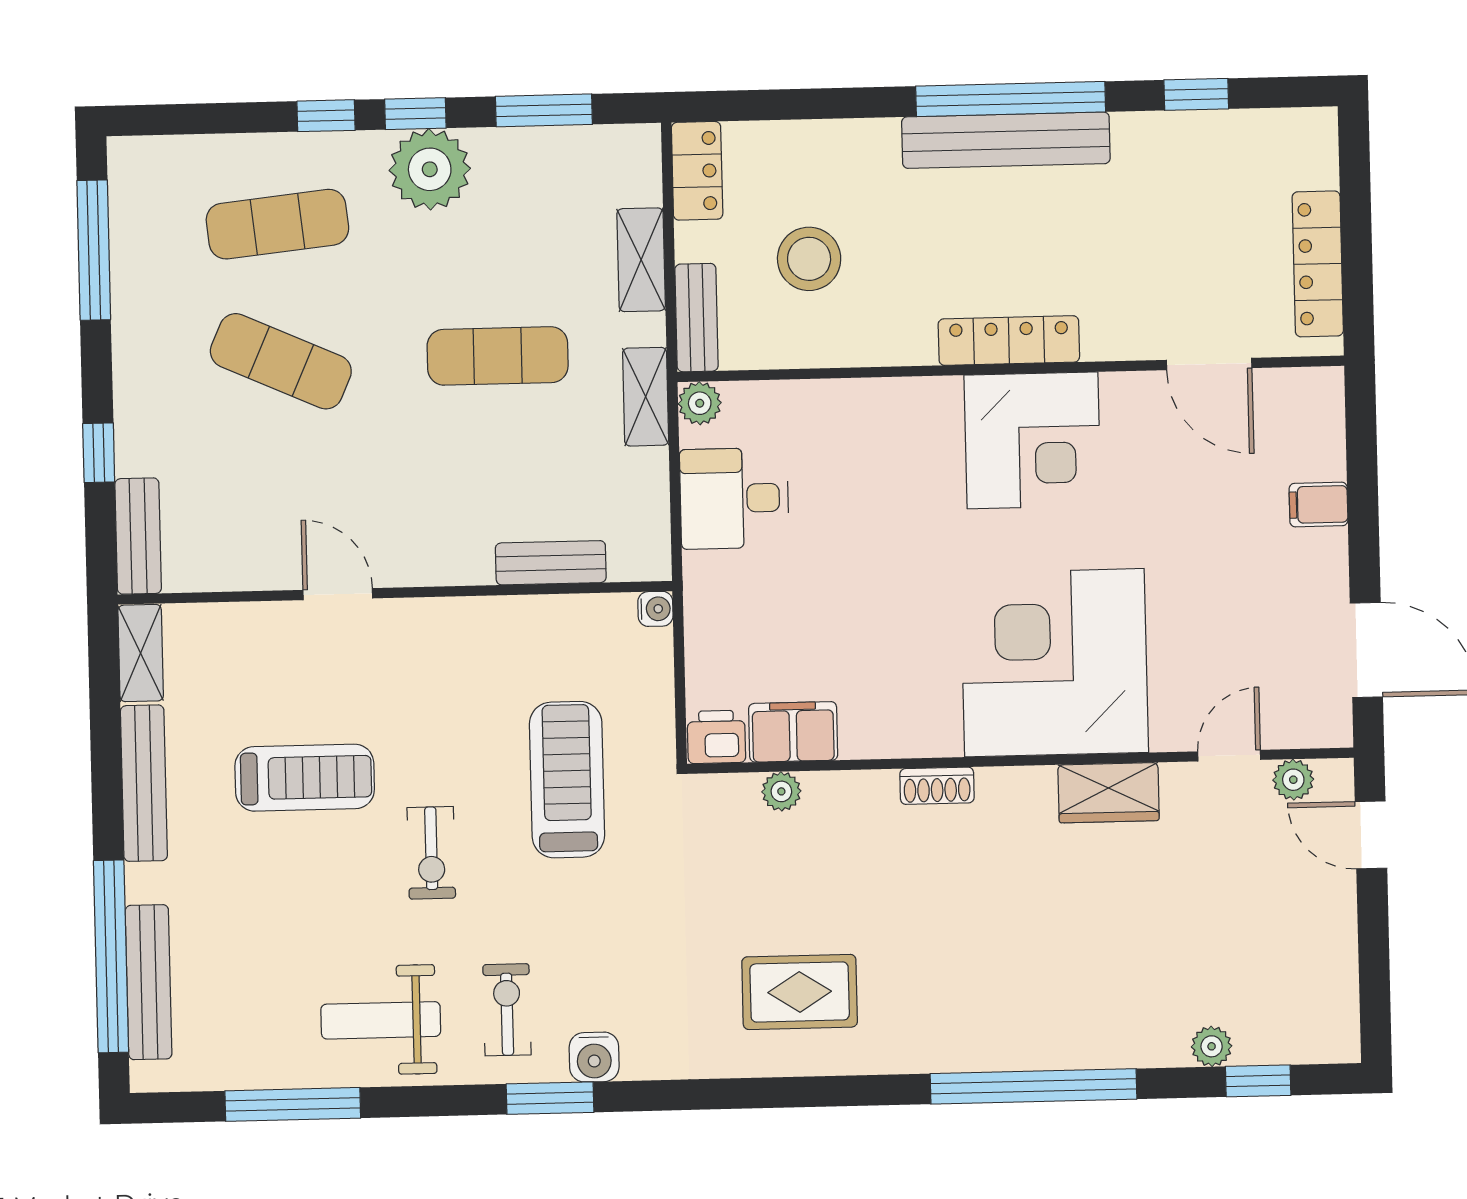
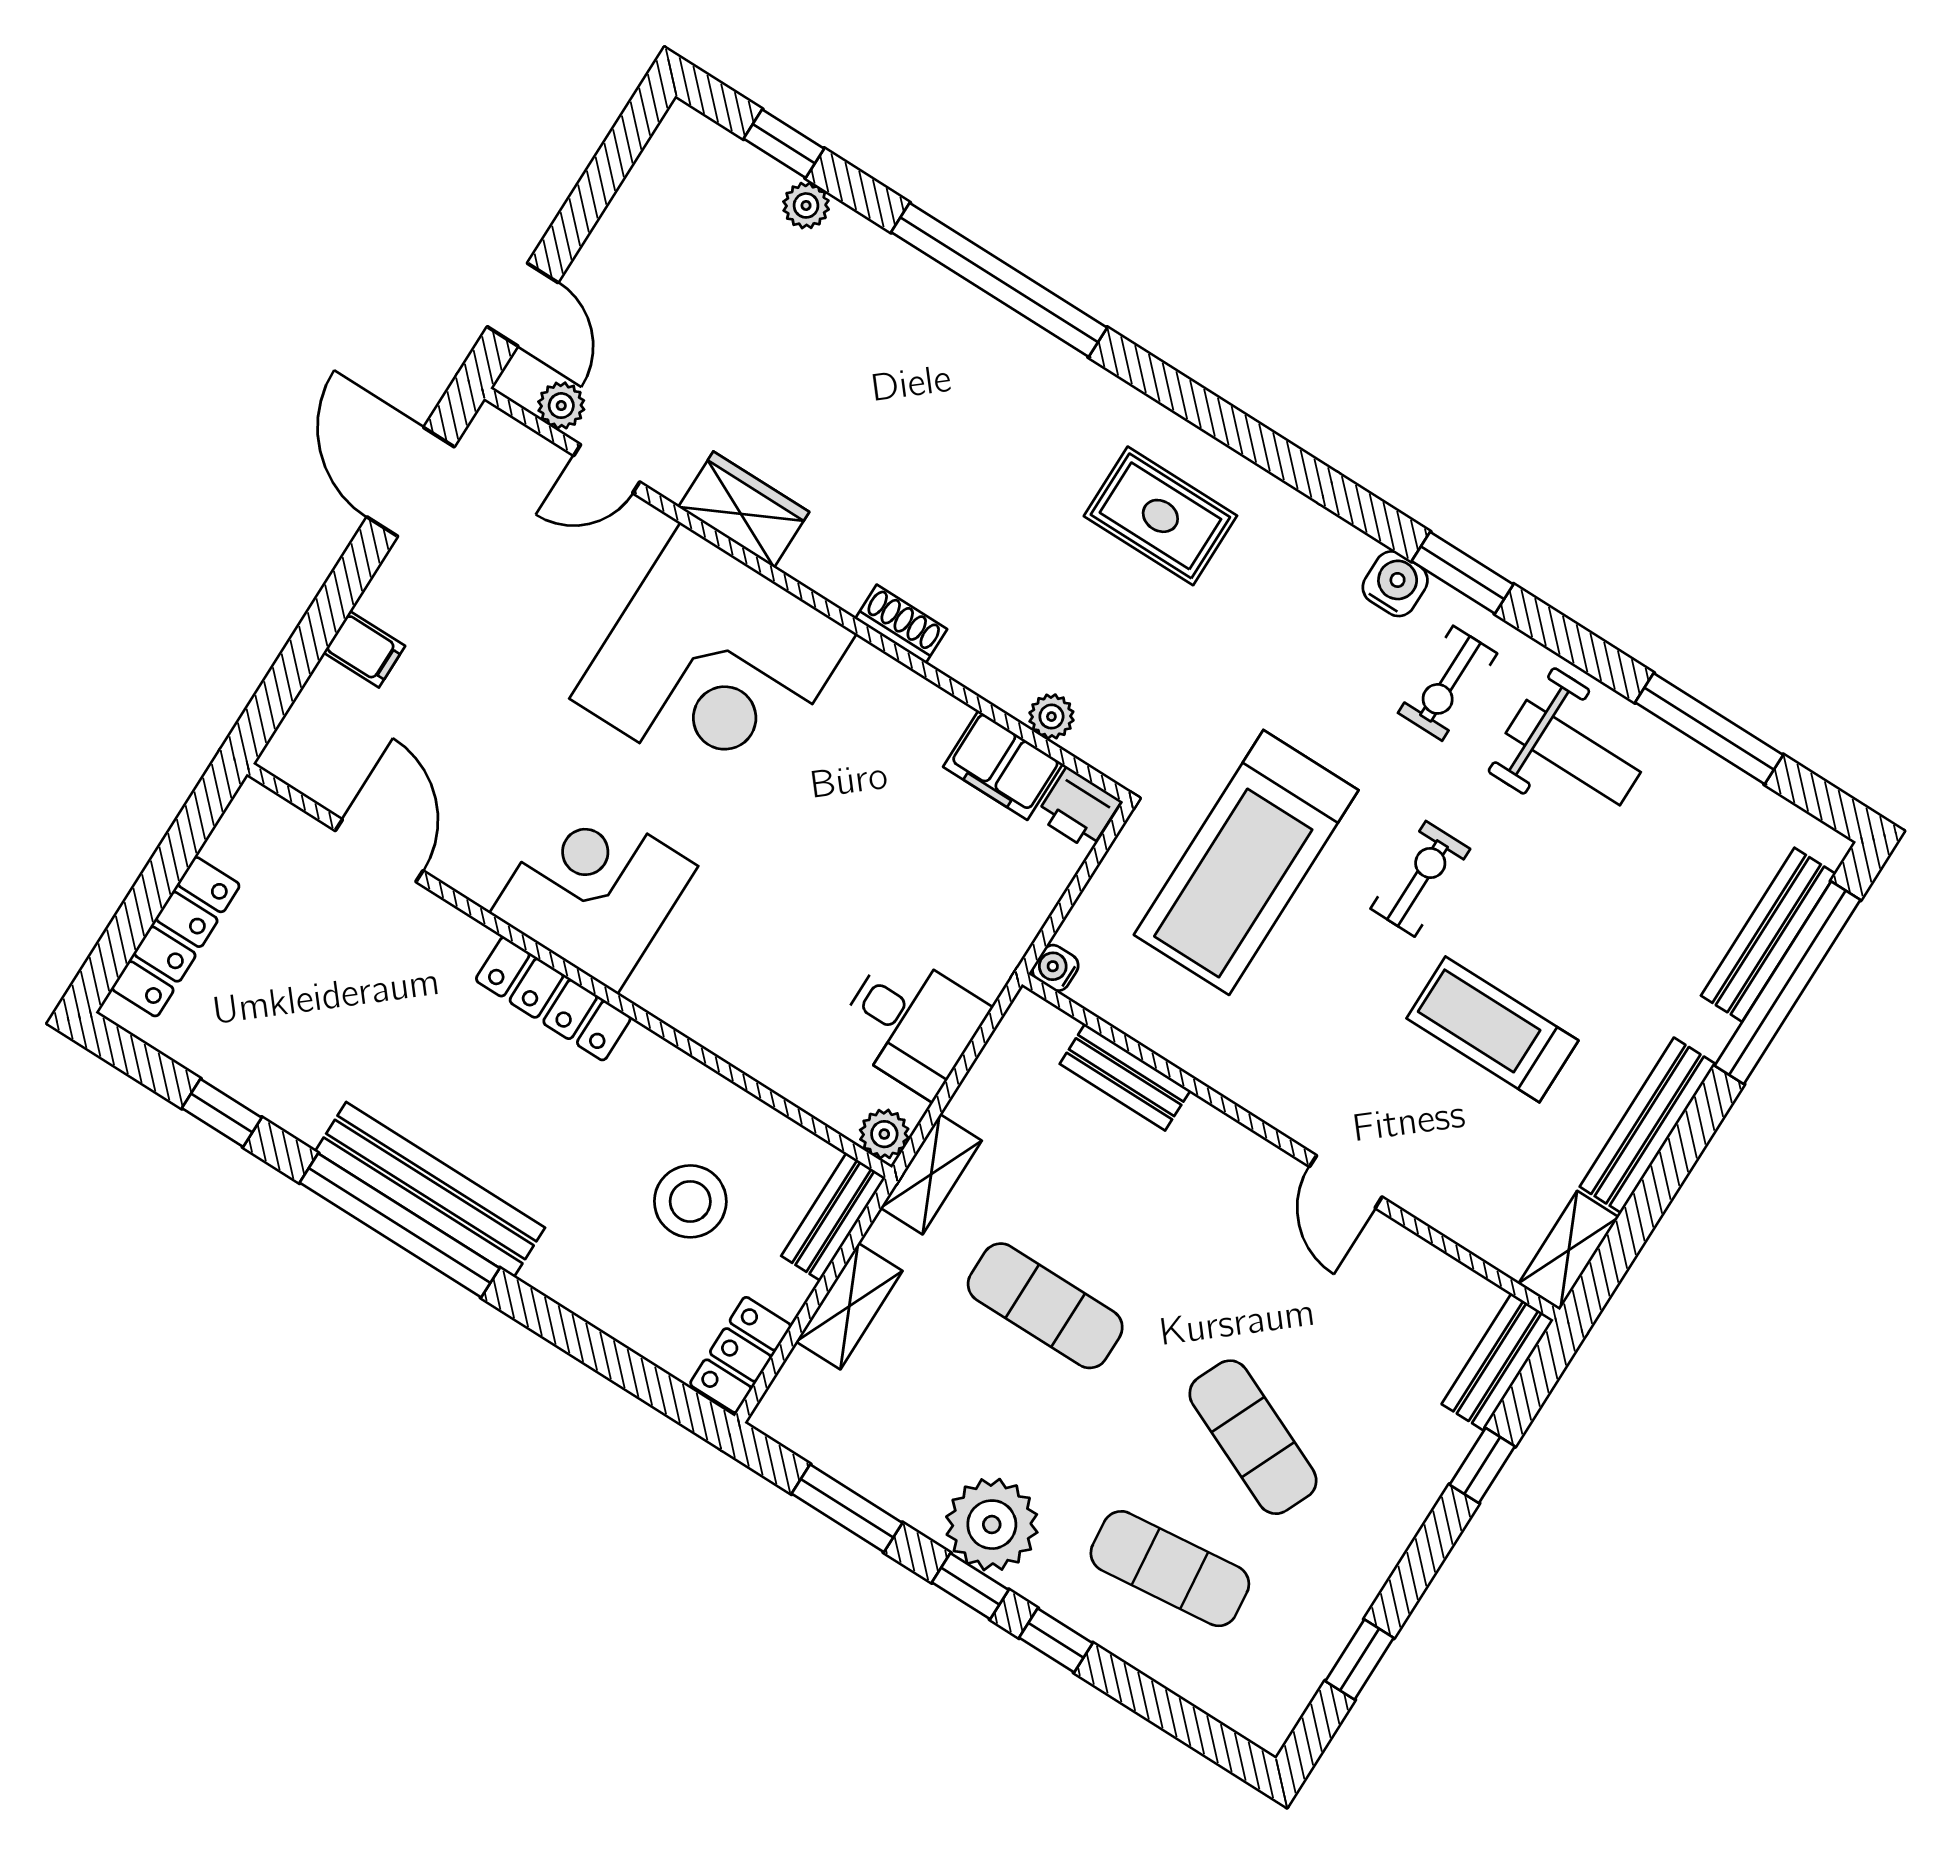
window: (94, 250) -> (1360, 1660), width x0.46
locker: (1318, 264) -> (176, 937), moved
treadmill: (567, 780) -> (1246, 862), width x1.37, depth x1.38

